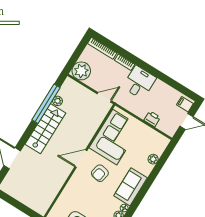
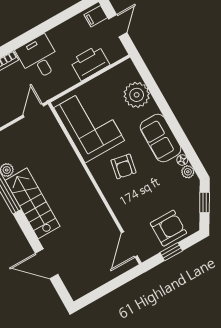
printer: (152, 119) -> (90, 63), width x1.87, depth x1.48
door: (81, 159) -> (129, 244), moved
plant: (153, 159) -> (137, 95), width x1.87, depth x1.87

